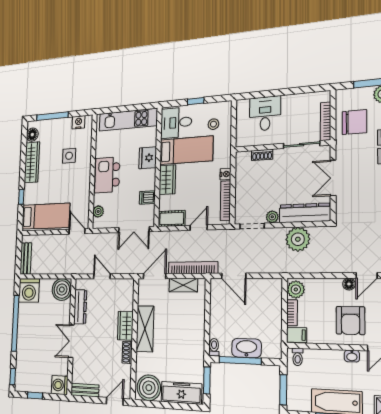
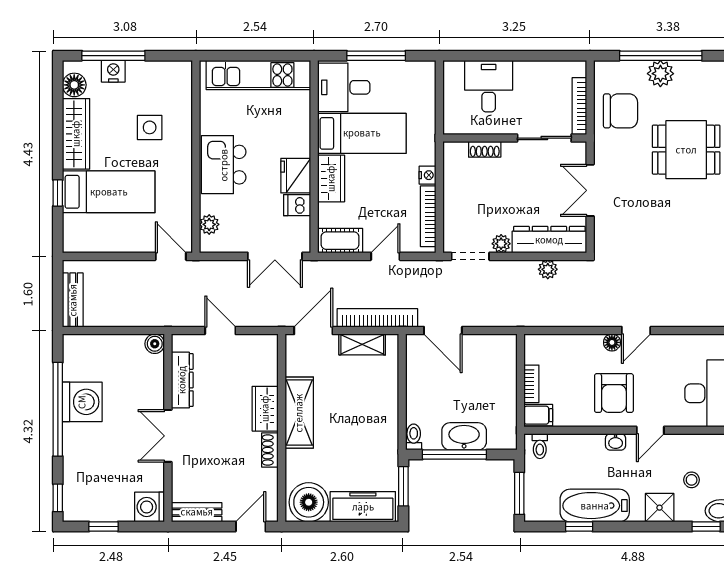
window: (196, 101) -> (376, 56), width x2.17
nightstand: (79, 122) -> (113, 71), moved
stool: (213, 124) -> (406, 95), removed
fridge: (148, 158) -> (296, 176), moved
bed: (46, 216) -> (109, 192), moved
plant: (298, 239) -> (548, 269), width x0.53, depth x0.53
plant: (296, 289) -> (537, 350), removed
washing machine: (29, 290) -> (82, 402), moved, turned -90
boiler: (62, 290) -> (155, 344), width x0.54, depth x0.54

